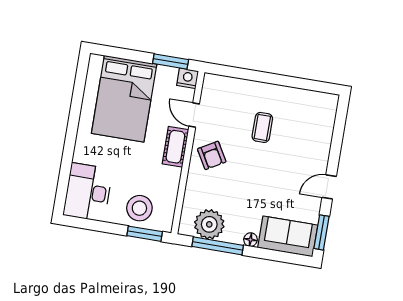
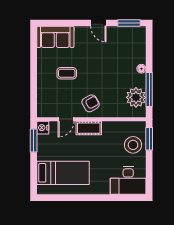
bed: (124, 99) -> (63, 173), width x0.67
sofa: (288, 236) -> (55, 37), moved, turned -90

